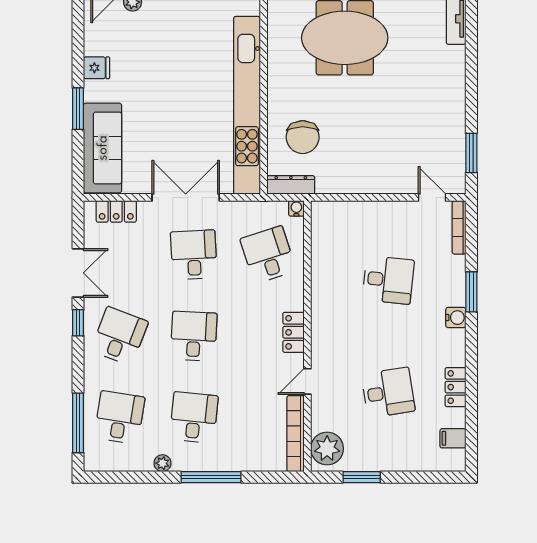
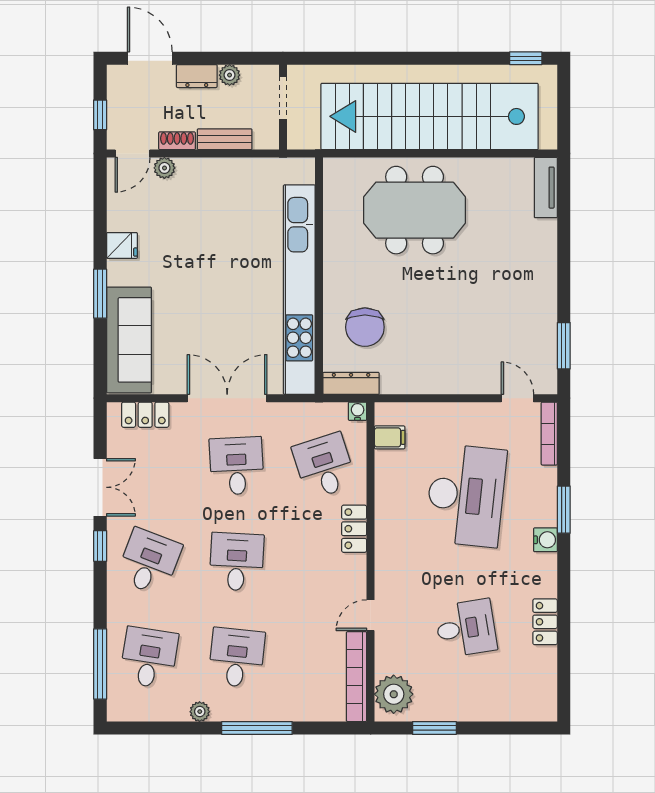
desk: (388, 280) -> (466, 495), width x1.87, depth x1.30
locker: (293, 332) -> (354, 529), moved
filing cabinet: (453, 438) -> (390, 437), moved, turned 180

